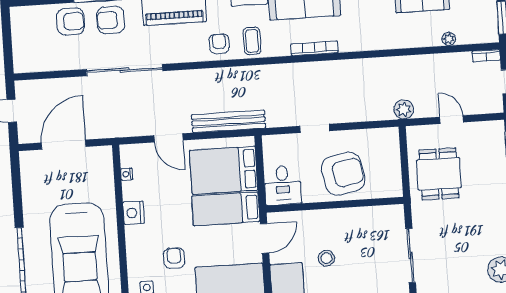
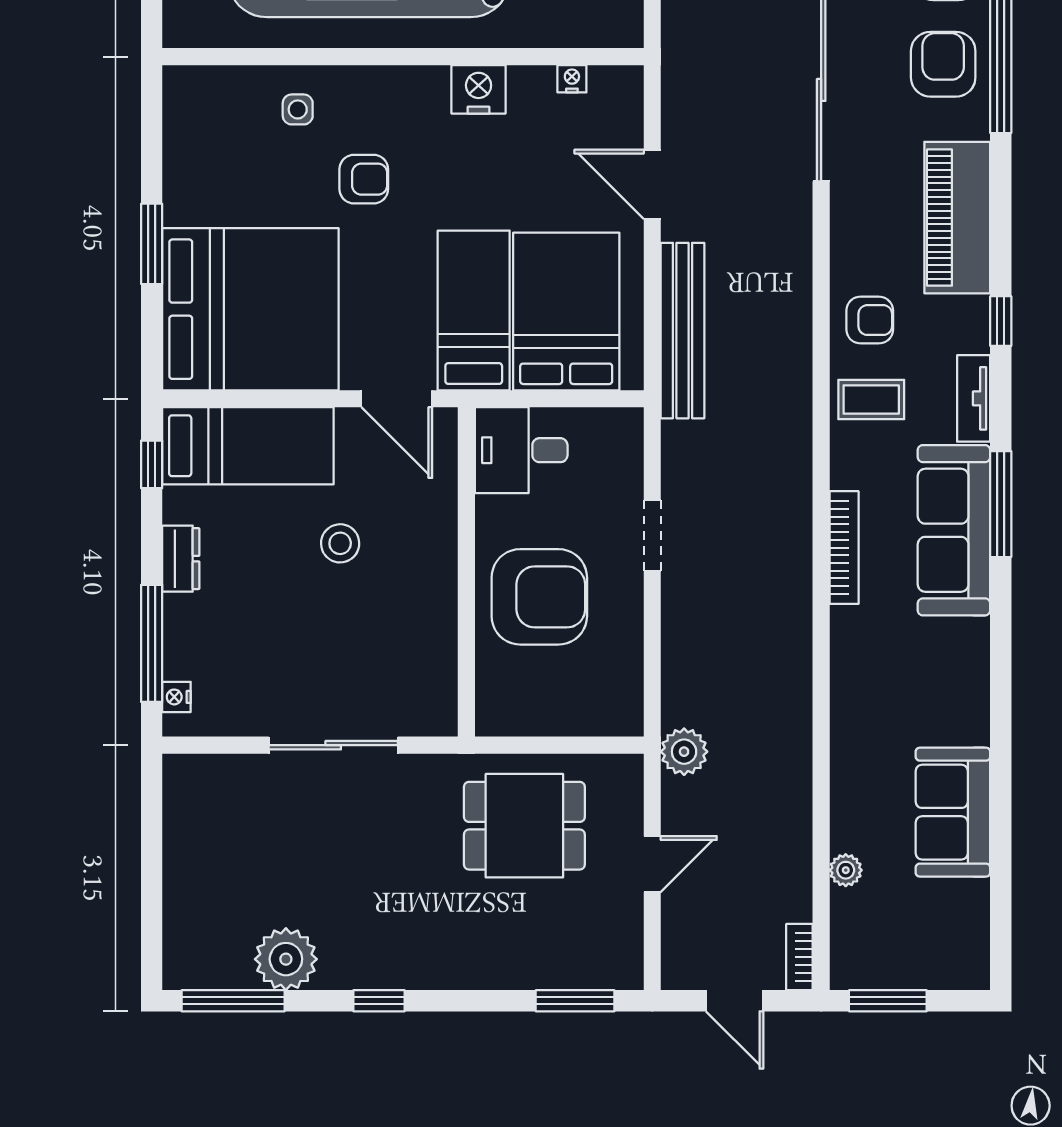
door: (168, 138) -> (652, 184), hinge flipped
armchair: (343, 174) -> (539, 597), turned -79

